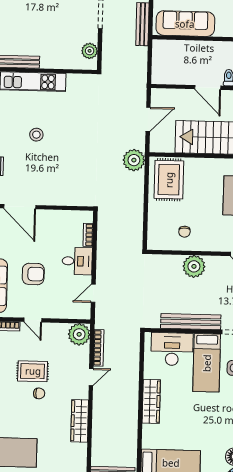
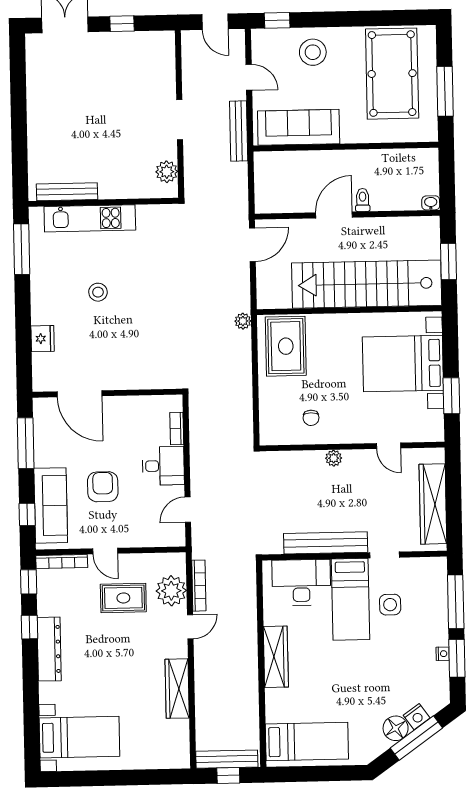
door: (208, 87) -> (334, 215), swing flipped
door: (148, 119) -> (252, 245), moved
plant: (134, 160) -> (243, 321), width x0.53, depth x0.53
plant: (194, 266) -> (334, 458), width x0.53, depth x0.53
armchair: (33, 274) -> (103, 487), turned -90
plant: (79, 334) -> (171, 591), moved
rug: (33, 371) -> (123, 598), moved
chair: (39, 393) -> (119, 653), removed

